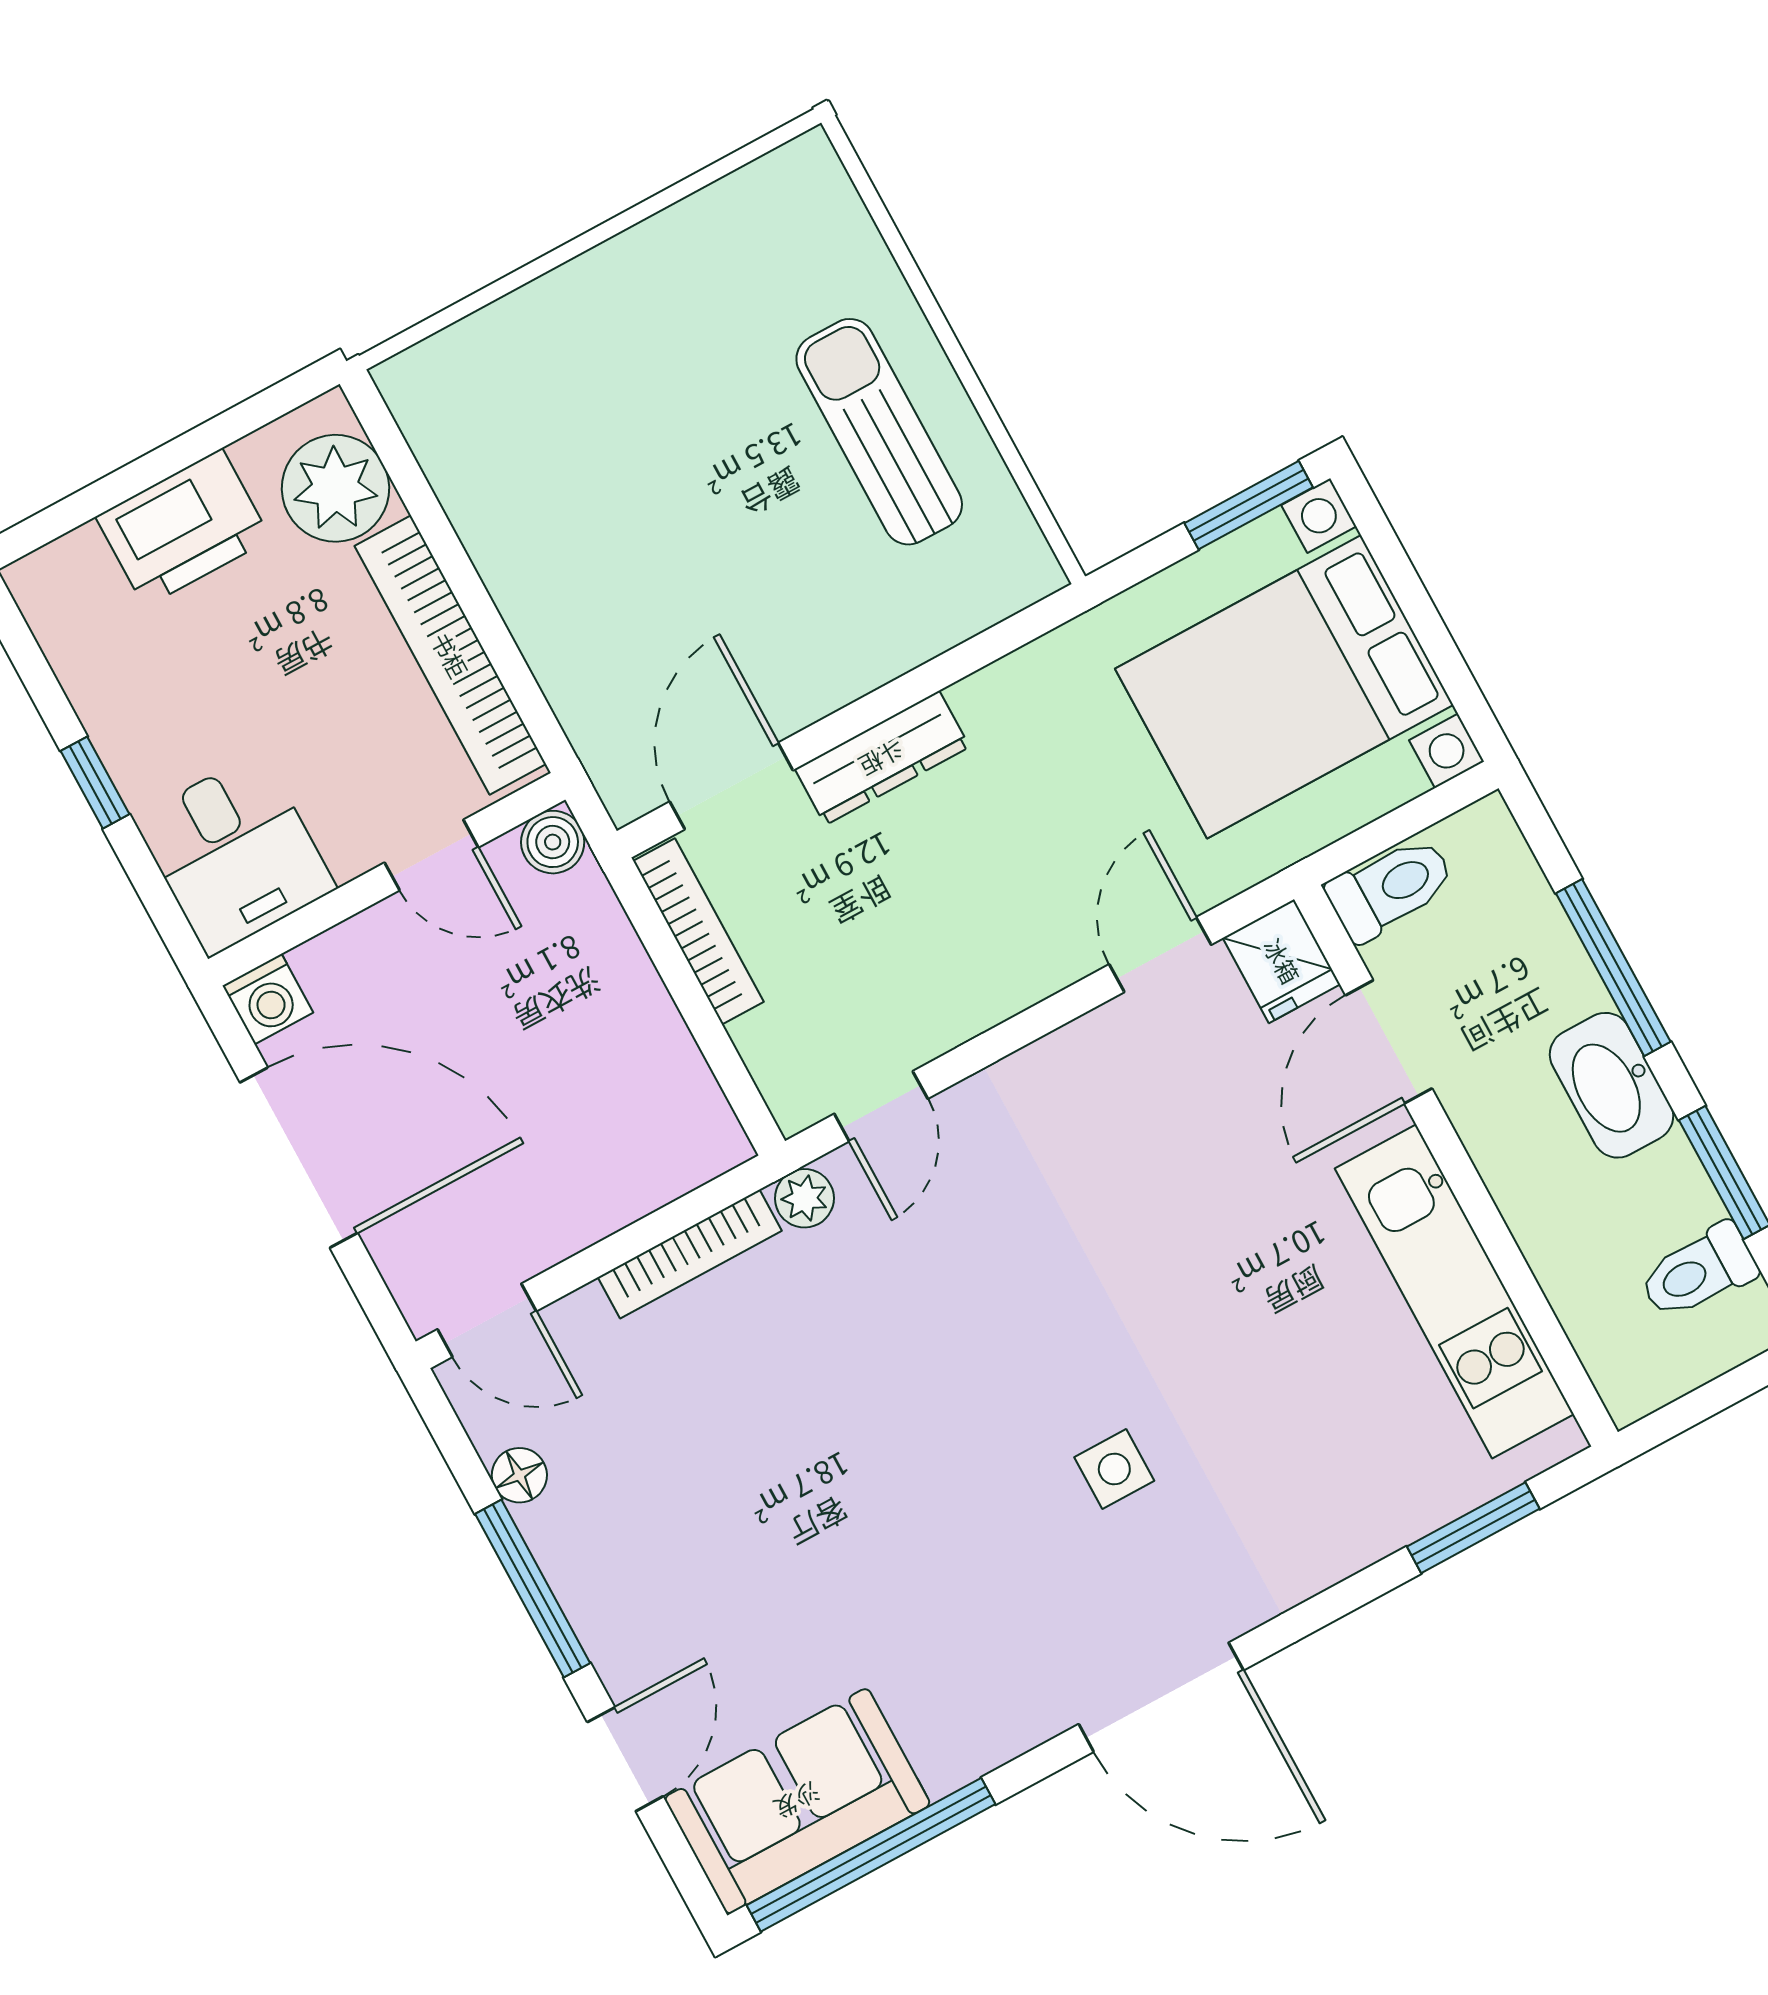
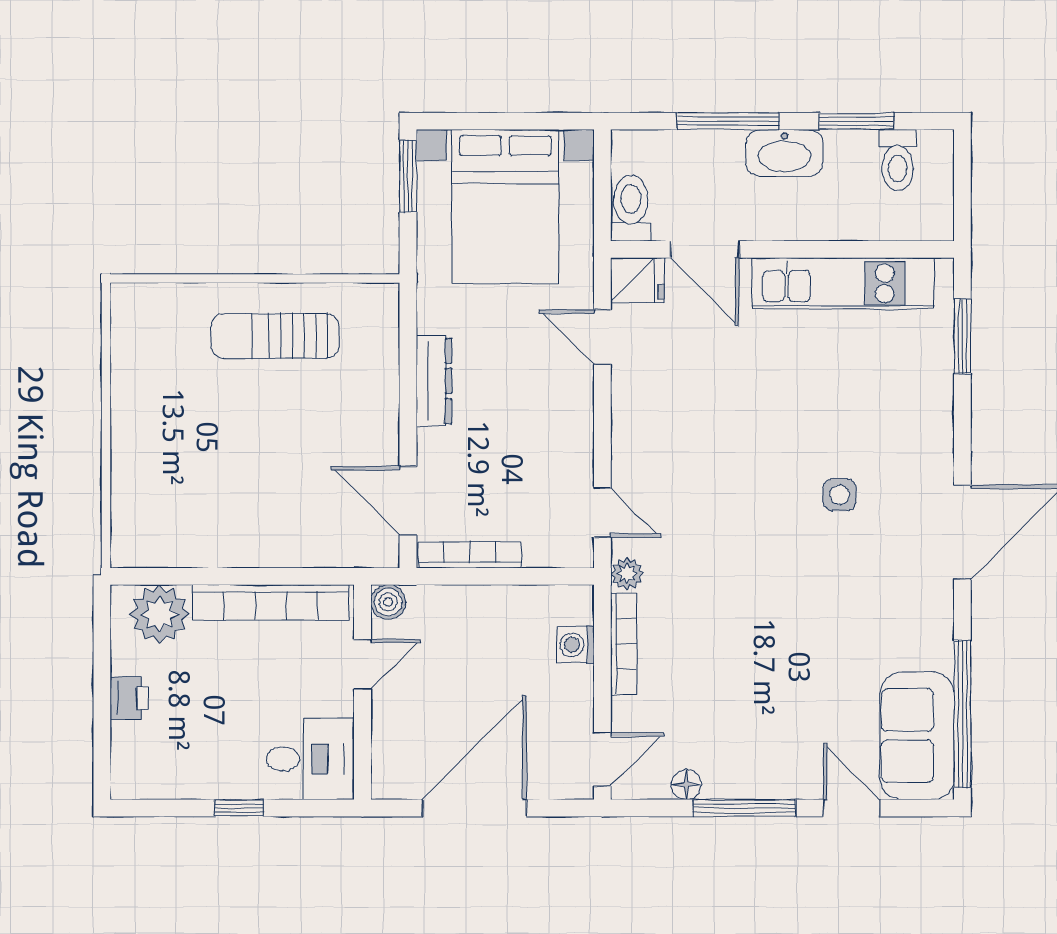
printer: (183, 528) -> (129, 698), width x0.53, depth x0.68
dresser: (882, 758) -> (434, 381), moved
washing machine: (268, 999) -> (576, 645), moved, turned 180

